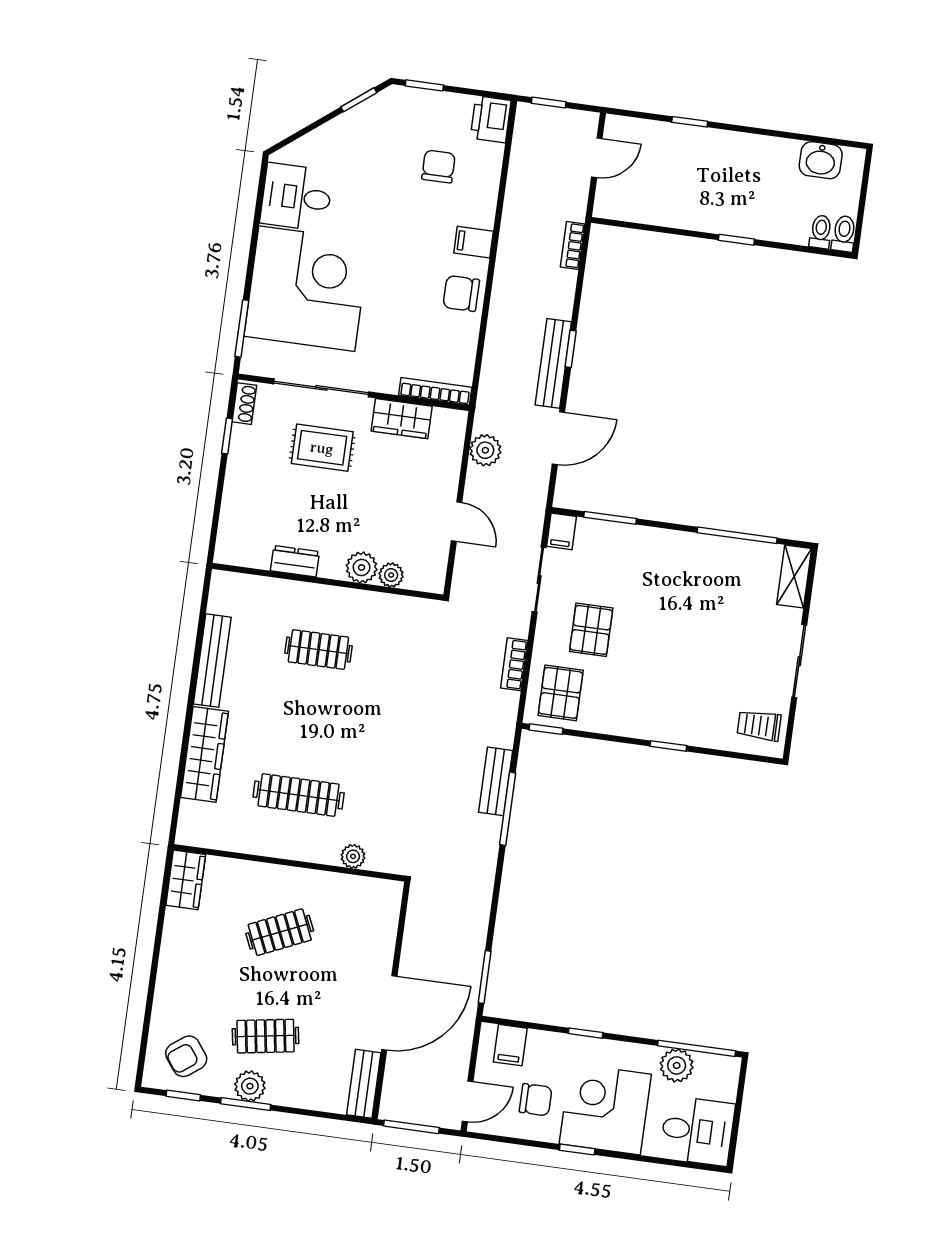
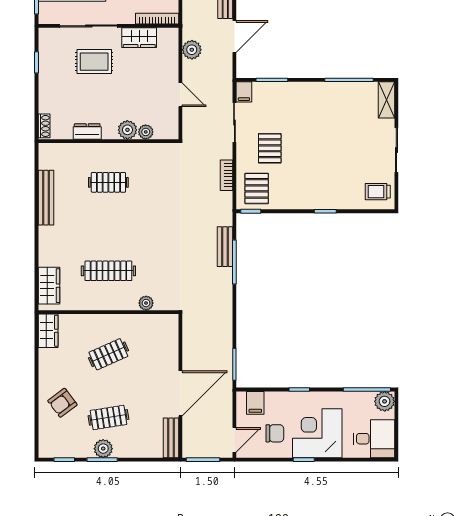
shoe rack: (244, 404) -> (44, 126), moved
wardrobe: (204, 754) -> (49, 286), moved, width x0.67
armchair: (186, 1056) -> (62, 403), moved
plant: (677, 1065) -> (385, 401), moved

